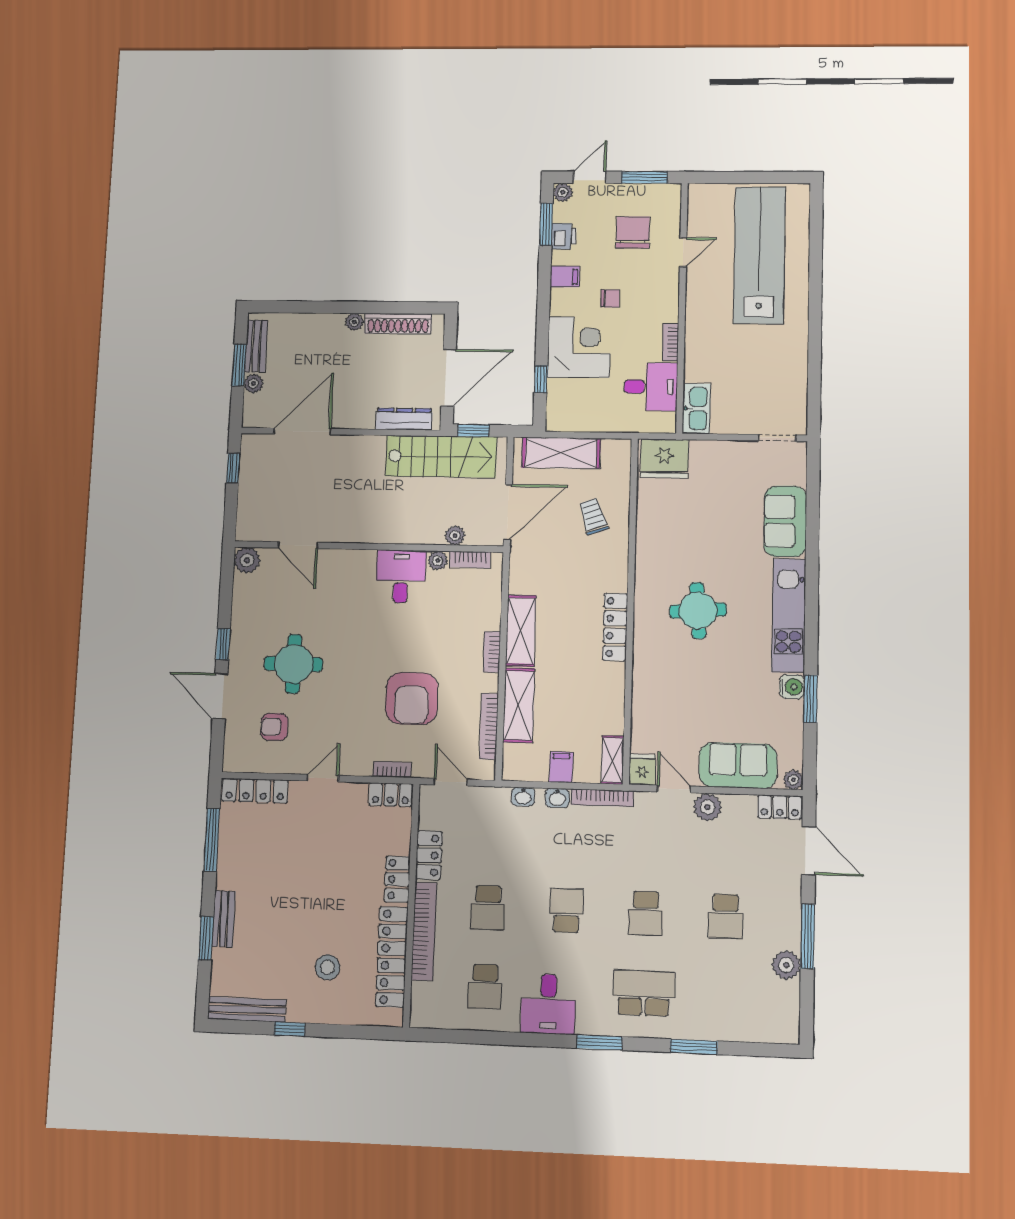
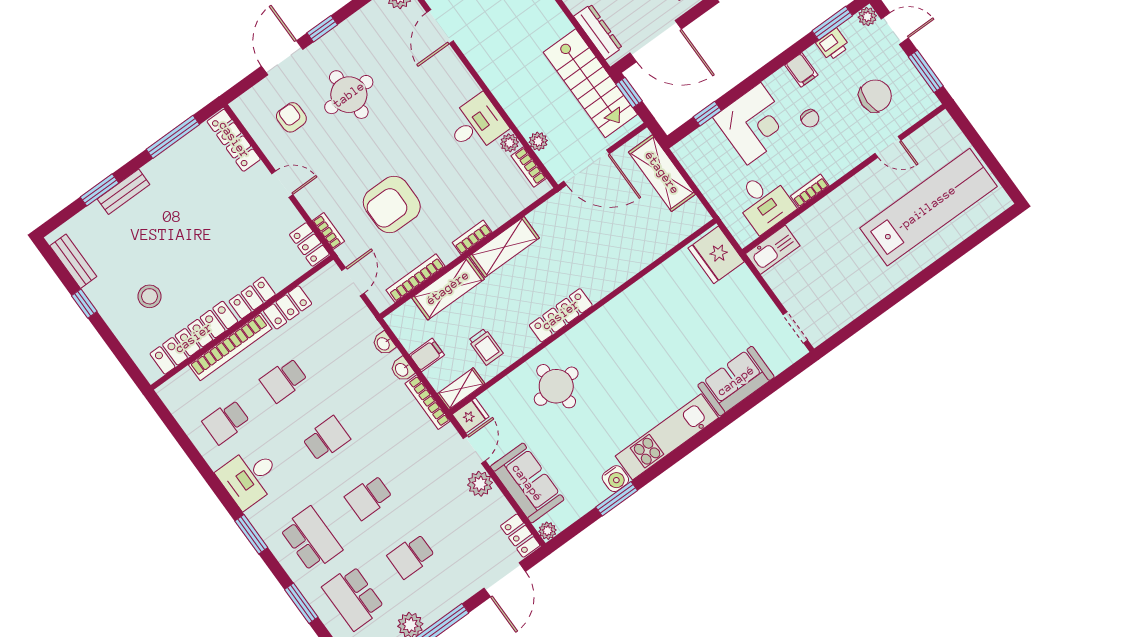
trolley: (593, 516) -> (486, 347), moved, turned 109
round table: (698, 611) -> (556, 386), moved
school desk: (724, 996) -> (353, 598), added
bench: (247, 1010) -> (73, 261), width x0.73

